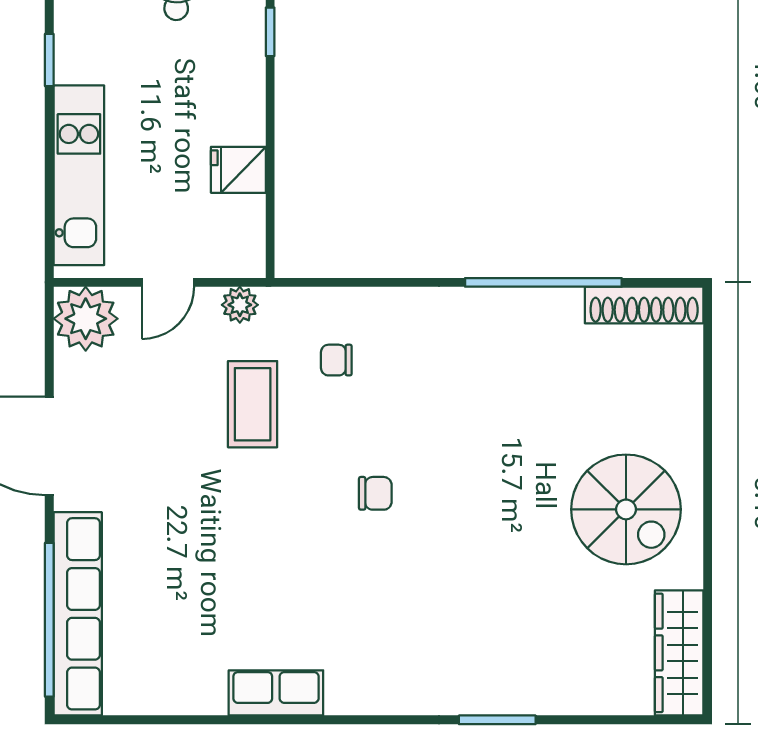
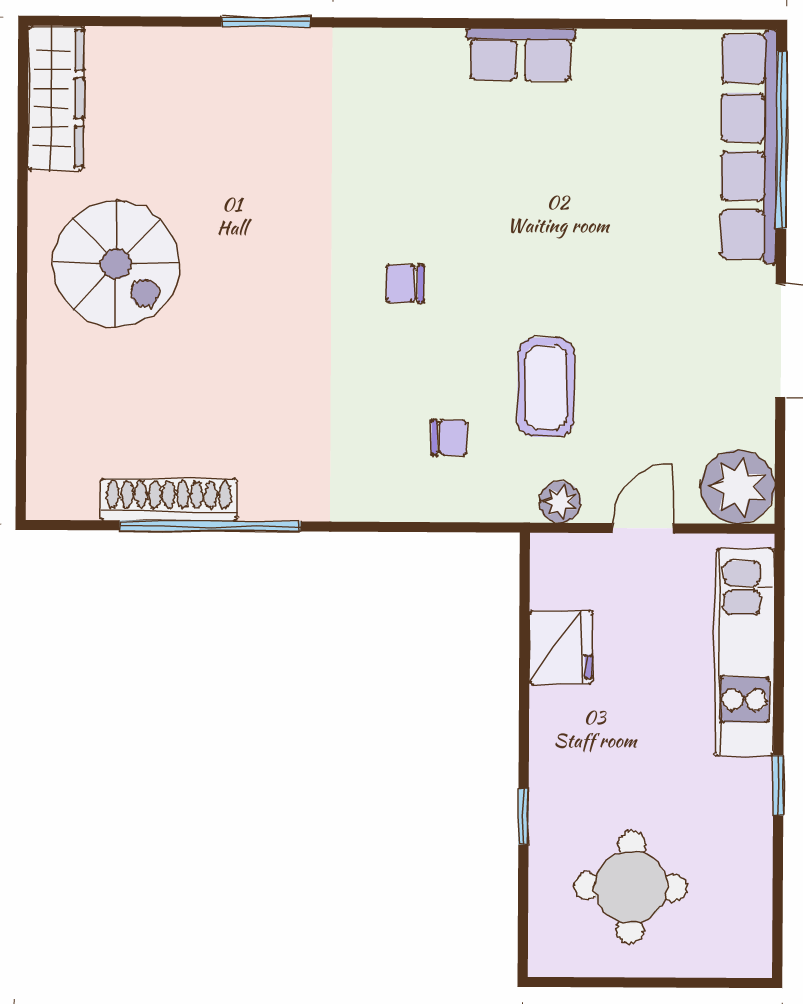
fridge: (238, 170) -> (561, 647), width x1.38
shoe rack: (644, 305) -> (169, 500), moved
spiral stairs: (626, 509) -> (116, 264), turned 180

